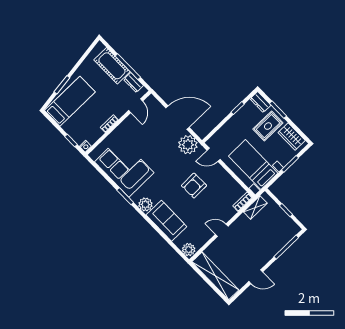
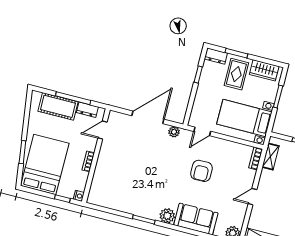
bed: (70, 101) -> (45, 164), width x1.50
door: (136, 106) -> (102, 130), swing flipped
plant: (188, 145) -> (174, 132), width x0.53, depth x0.53
corner sofa: (124, 167) -> (127, 193), removed

